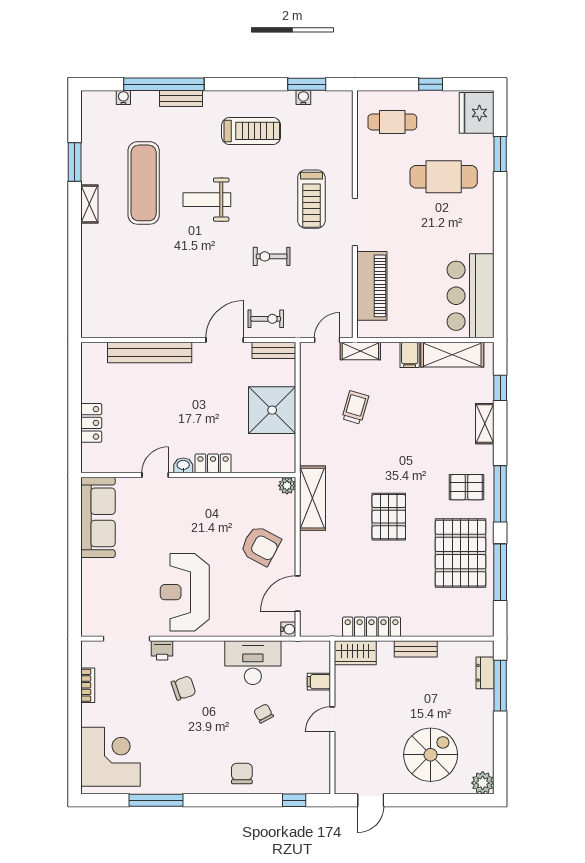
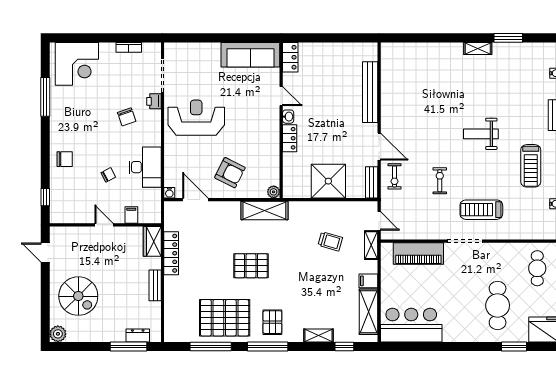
exercise mat: (144, 183) -> (493, 88), removed
weight bench: (207, 200) -> (481, 134), turned -90
locker: (91, 423) -> (290, 57), moved, turned -90
armchair: (260, 546) -> (230, 173), turned -91

